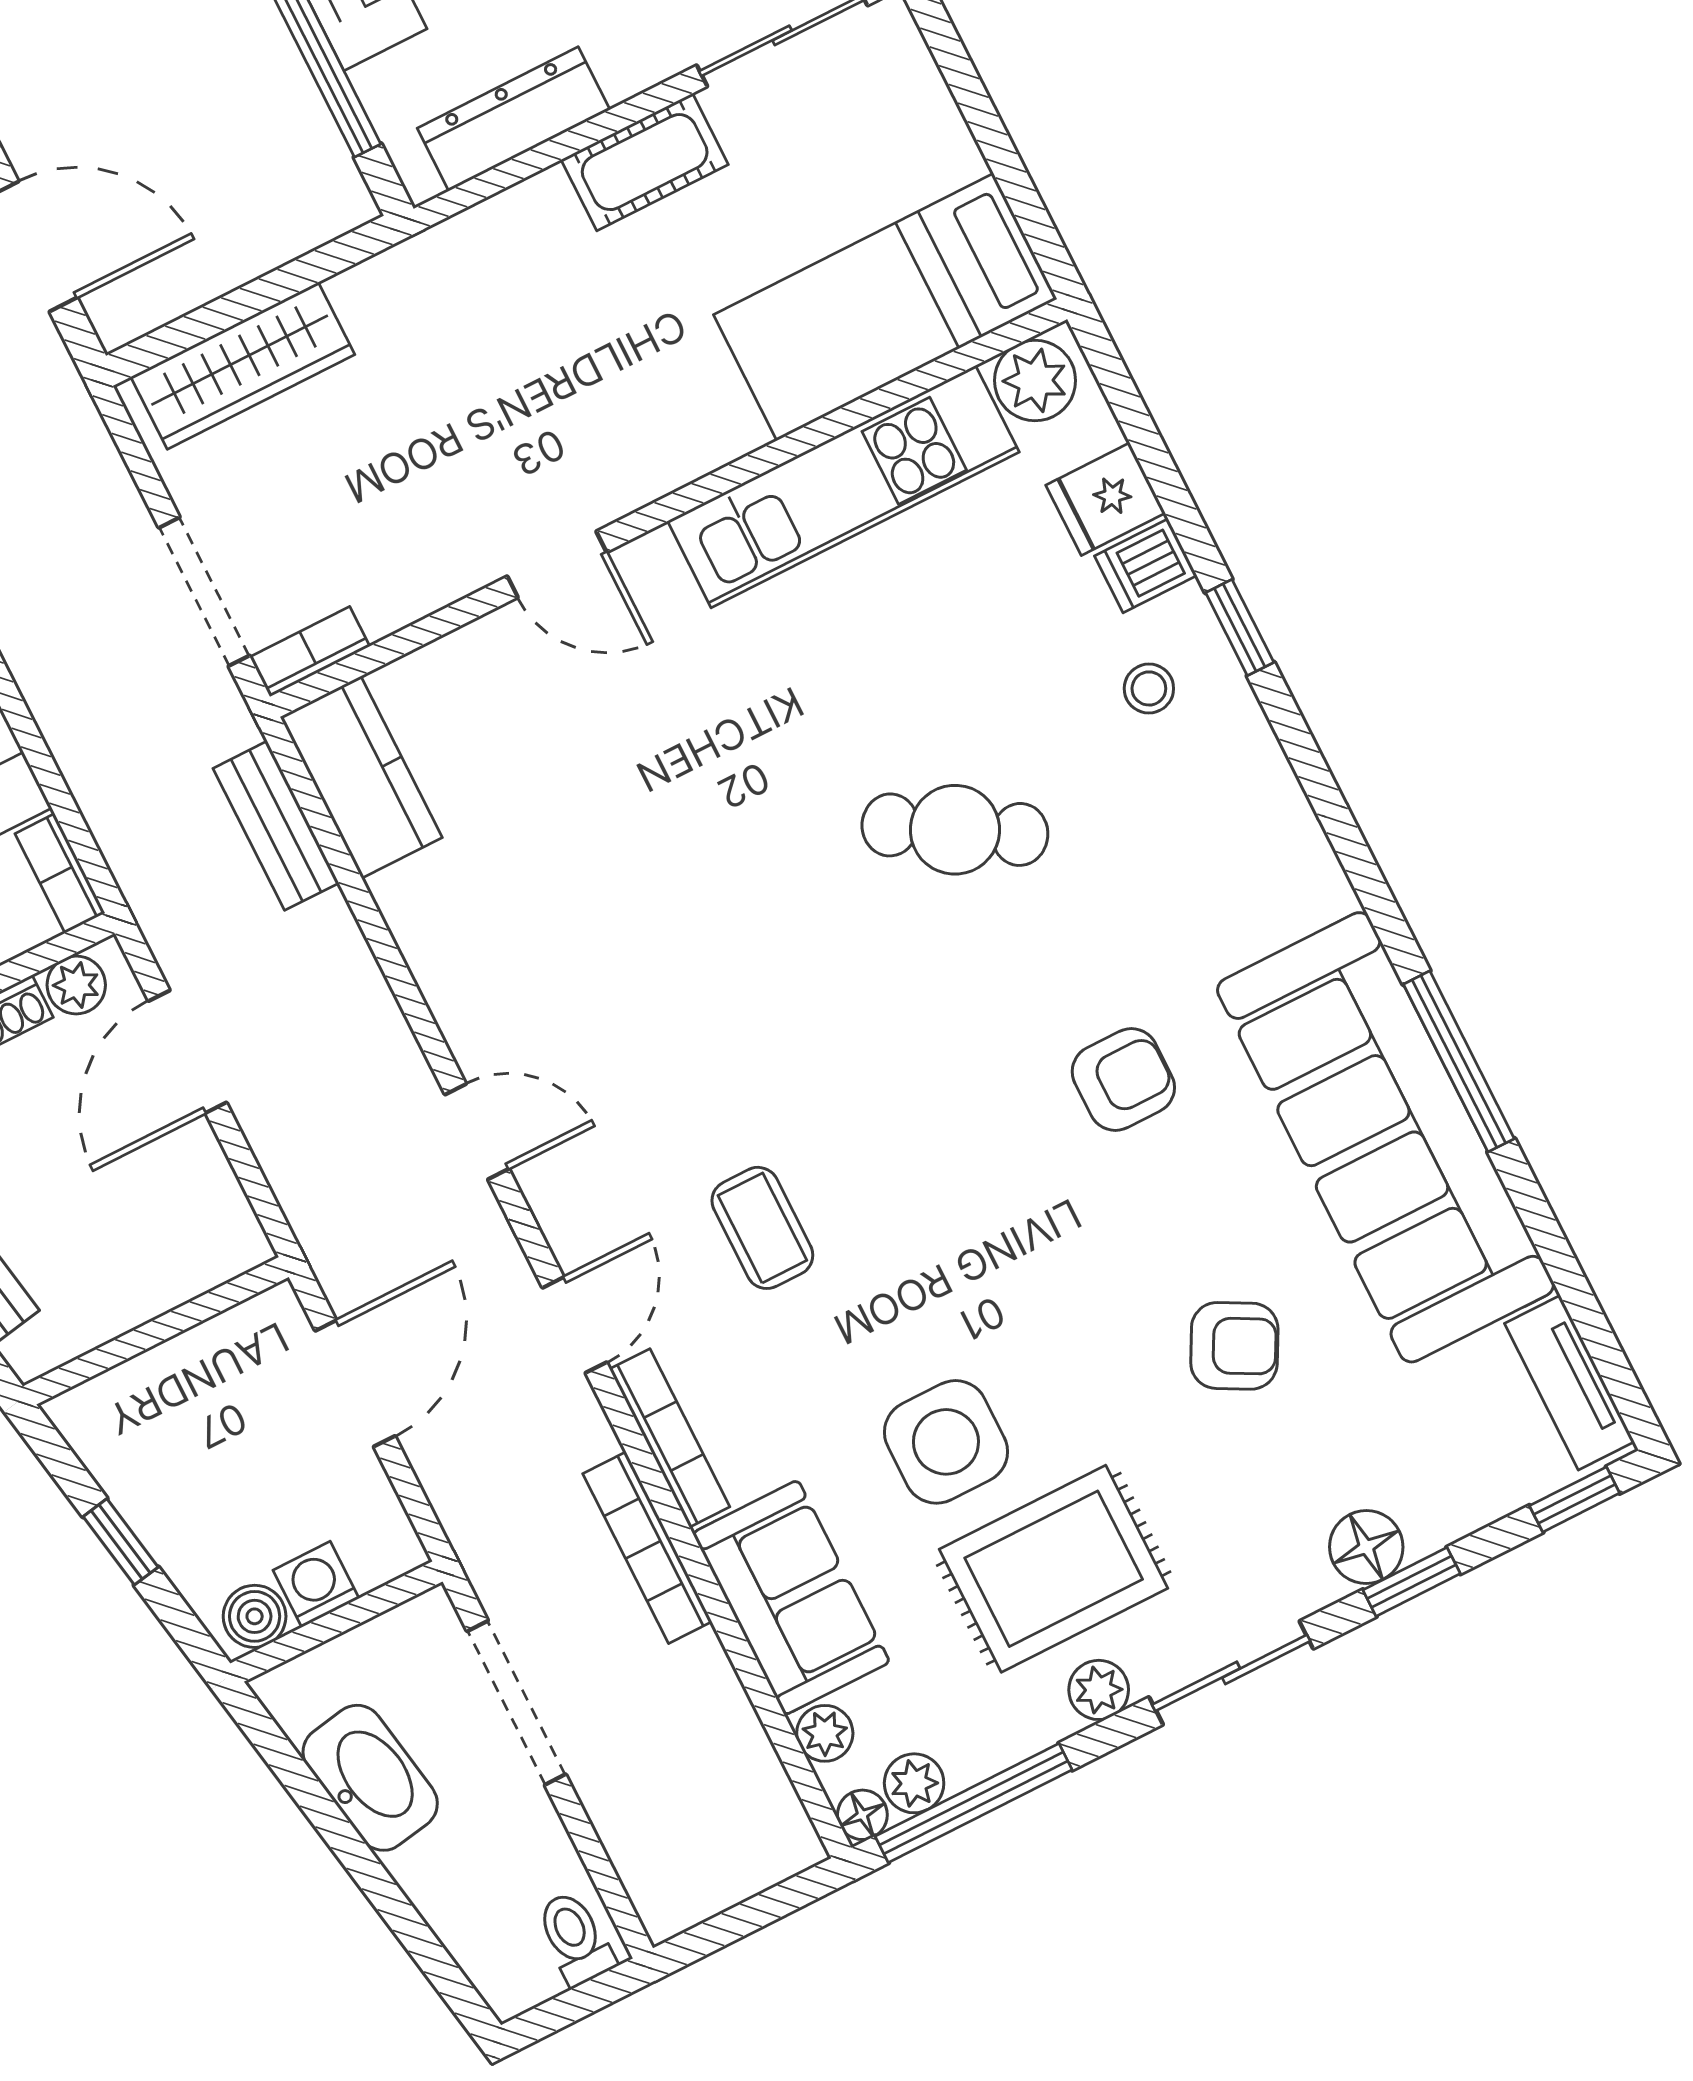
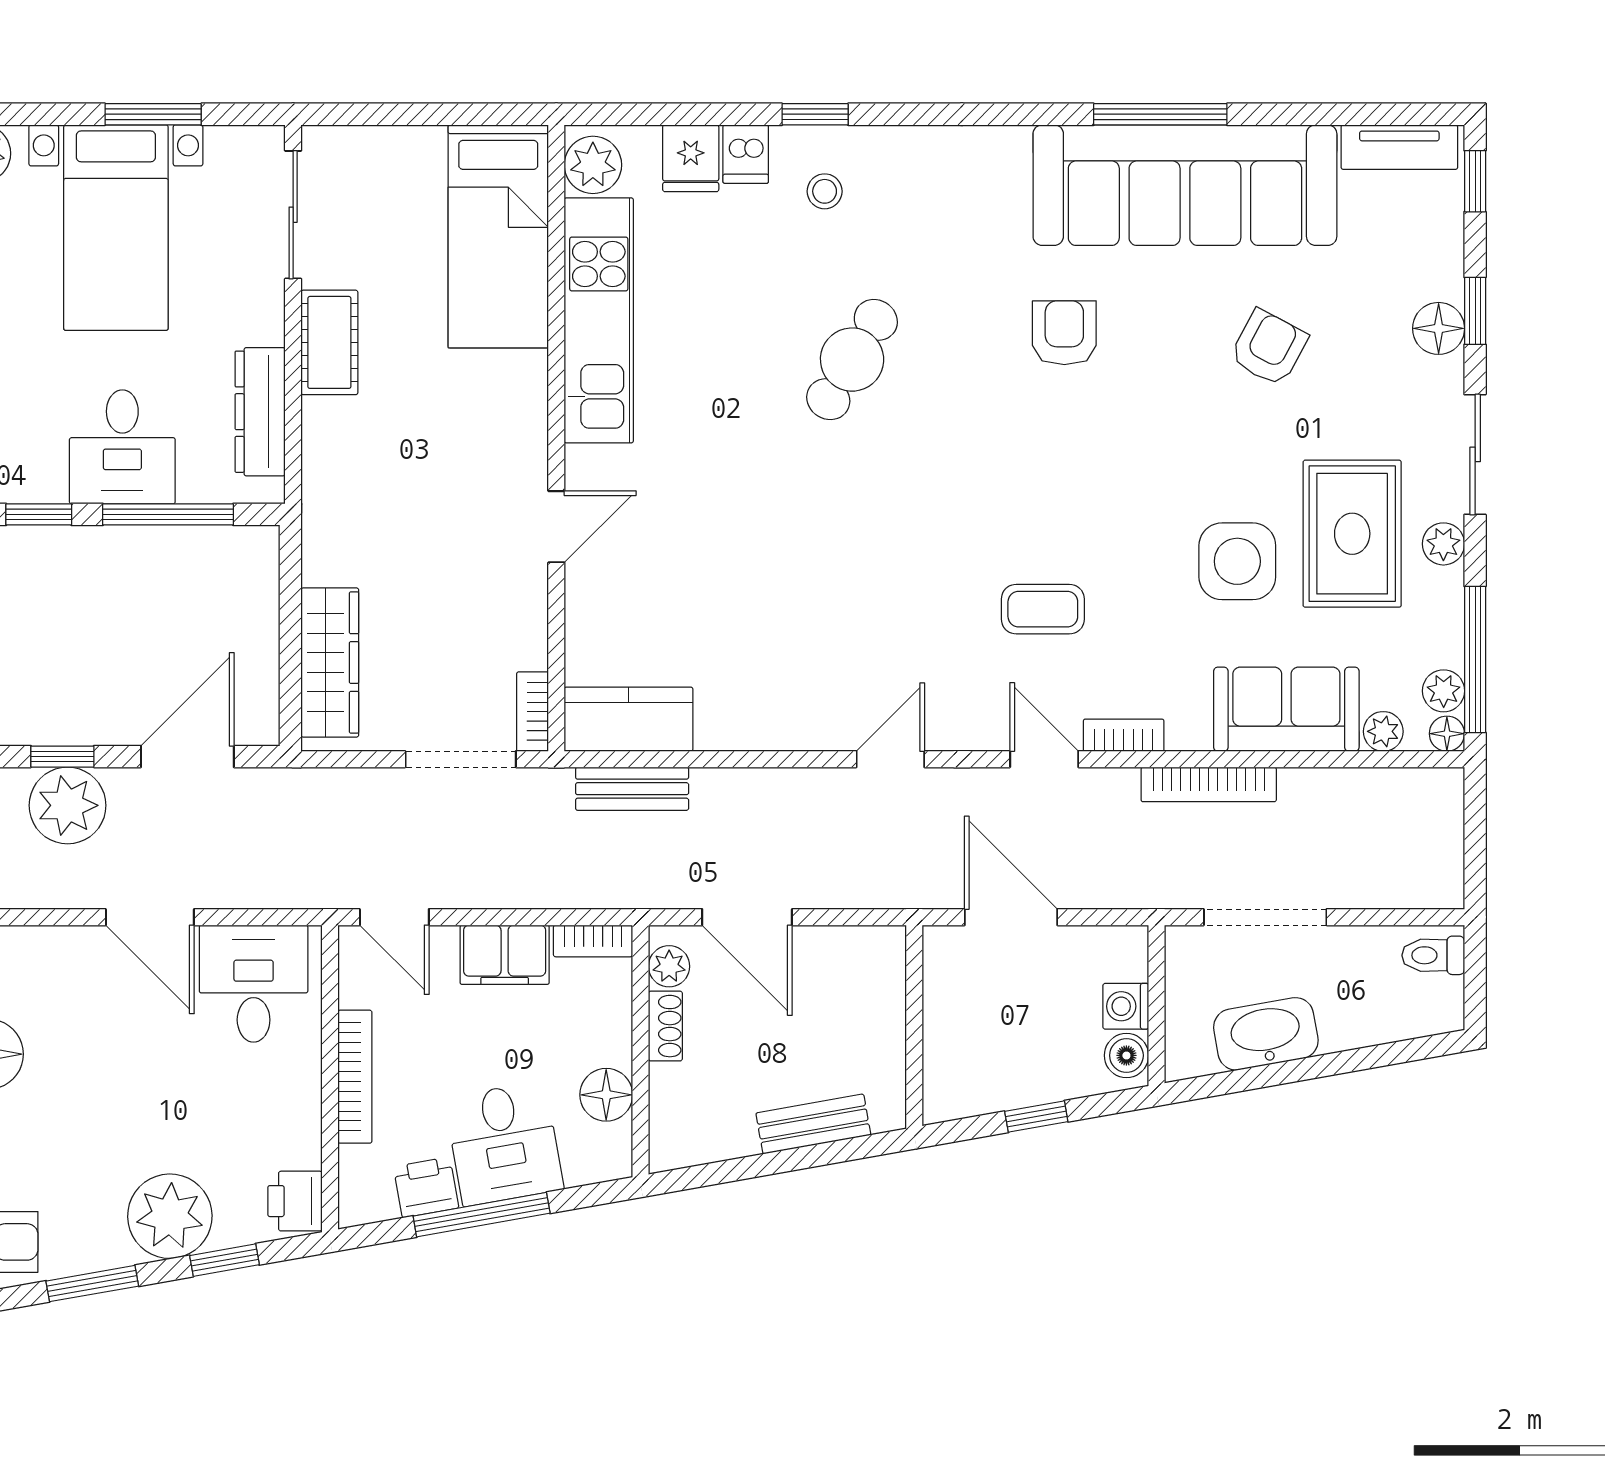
bookcase: (670, 1438) -> (1124, 735), width x0.64

